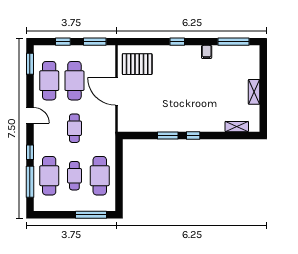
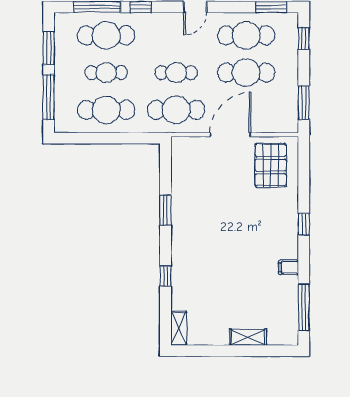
window: (63, 42) -> (304, 39), moved
shelving: (254, 92) -> (248, 337), moved
shelving: (237, 127) -> (179, 328), moved
cafe table: (100, 128) -> (176, 110), added
window: (193, 135) -> (166, 276), moved
window: (58, 215) -> (49, 48), added

